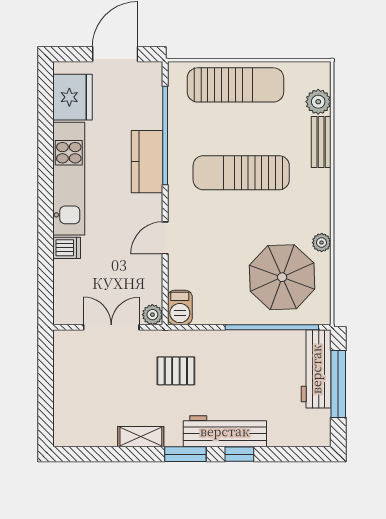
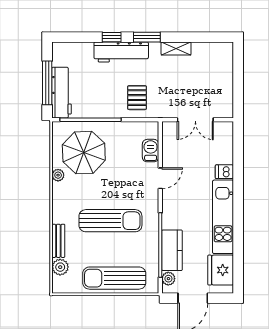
kitchen counter: (147, 162) -> (172, 250), moved
barbecue: (180, 307) -> (151, 151), moved
plant: (152, 315) -> (168, 279), moved
pallet: (176, 371) -> (137, 98), moved, turned 90

